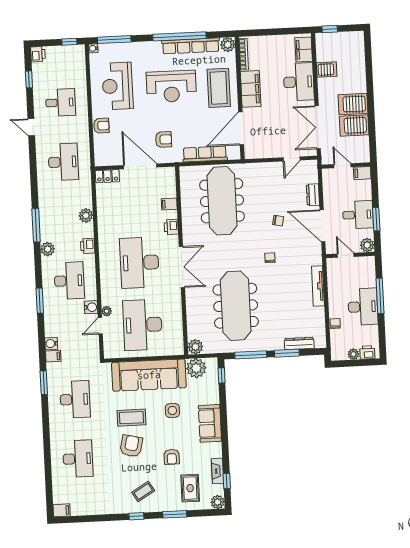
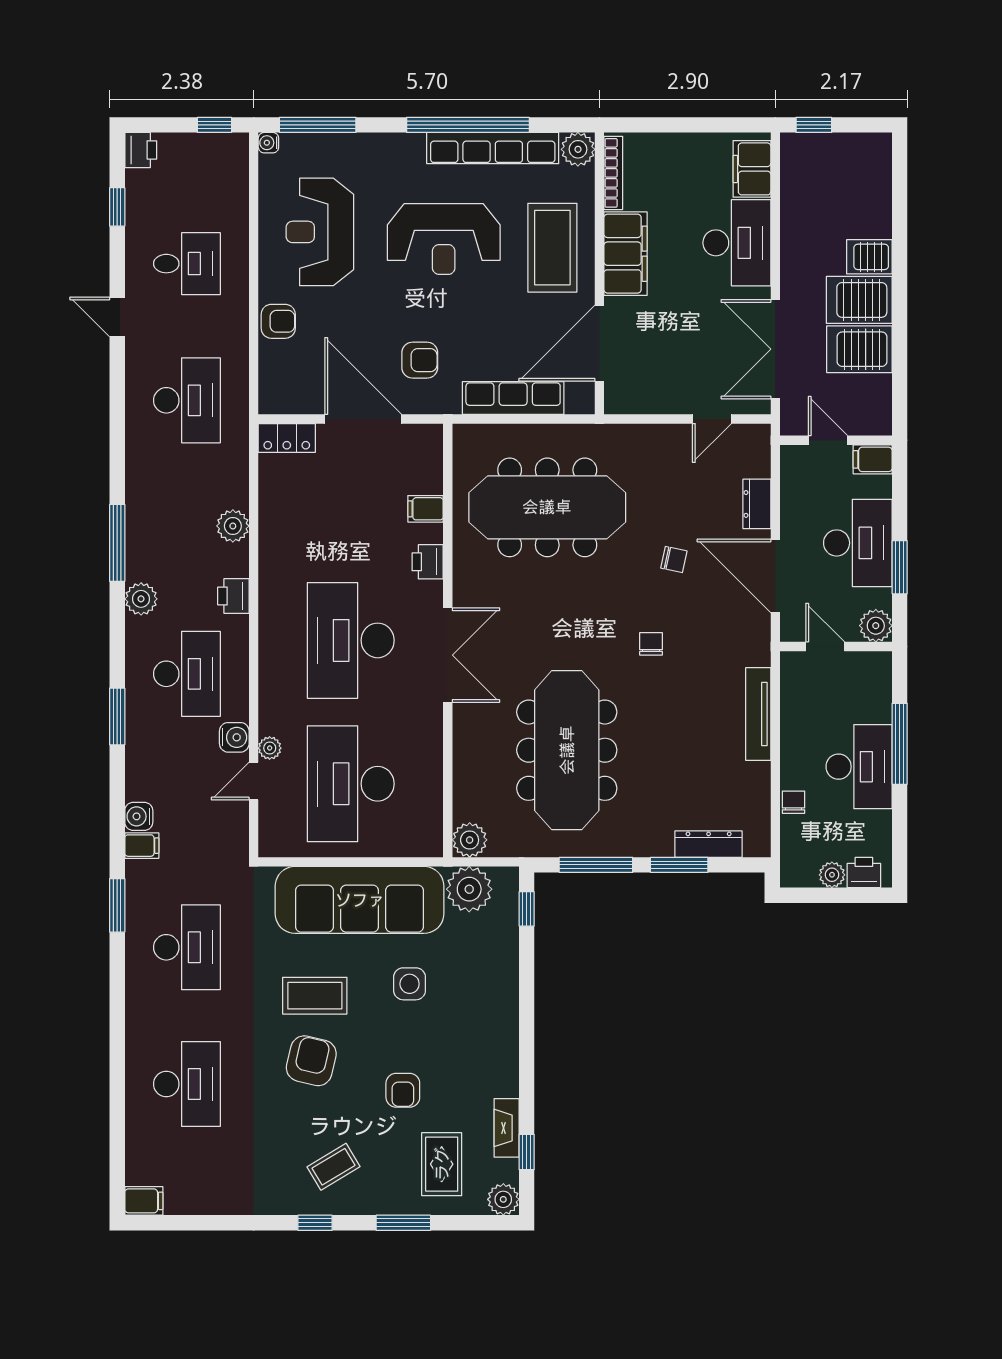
server rack: (327, 69) -> (869, 257), moved, turned 180
meeting table: (222, 201) -> (547, 507), turned 90
desk: (358, 215) -> (858, 543), width x1.37
sofa: (210, 423) -> (494, 1018), removed

